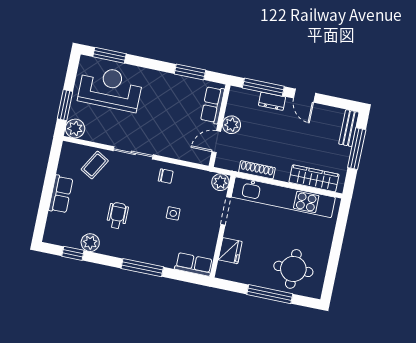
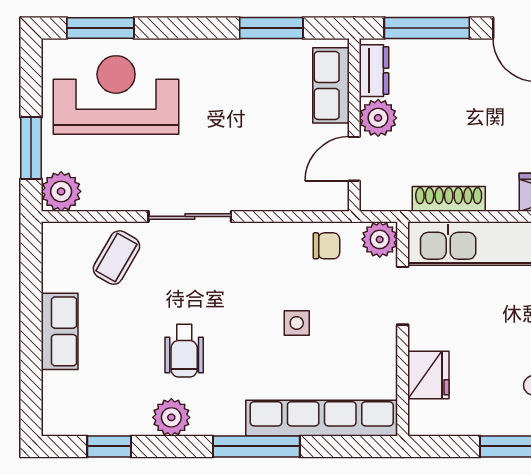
dresser: (272, 101) -> (374, 71), moved, turned -90
chair: (166, 176) -> (326, 246), moved
wheelchair: (117, 216) -> (184, 351), turned 180
plant: (90, 243) -> (171, 417), moved
row of seats: (194, 264) -> (322, 418), width x2.02

